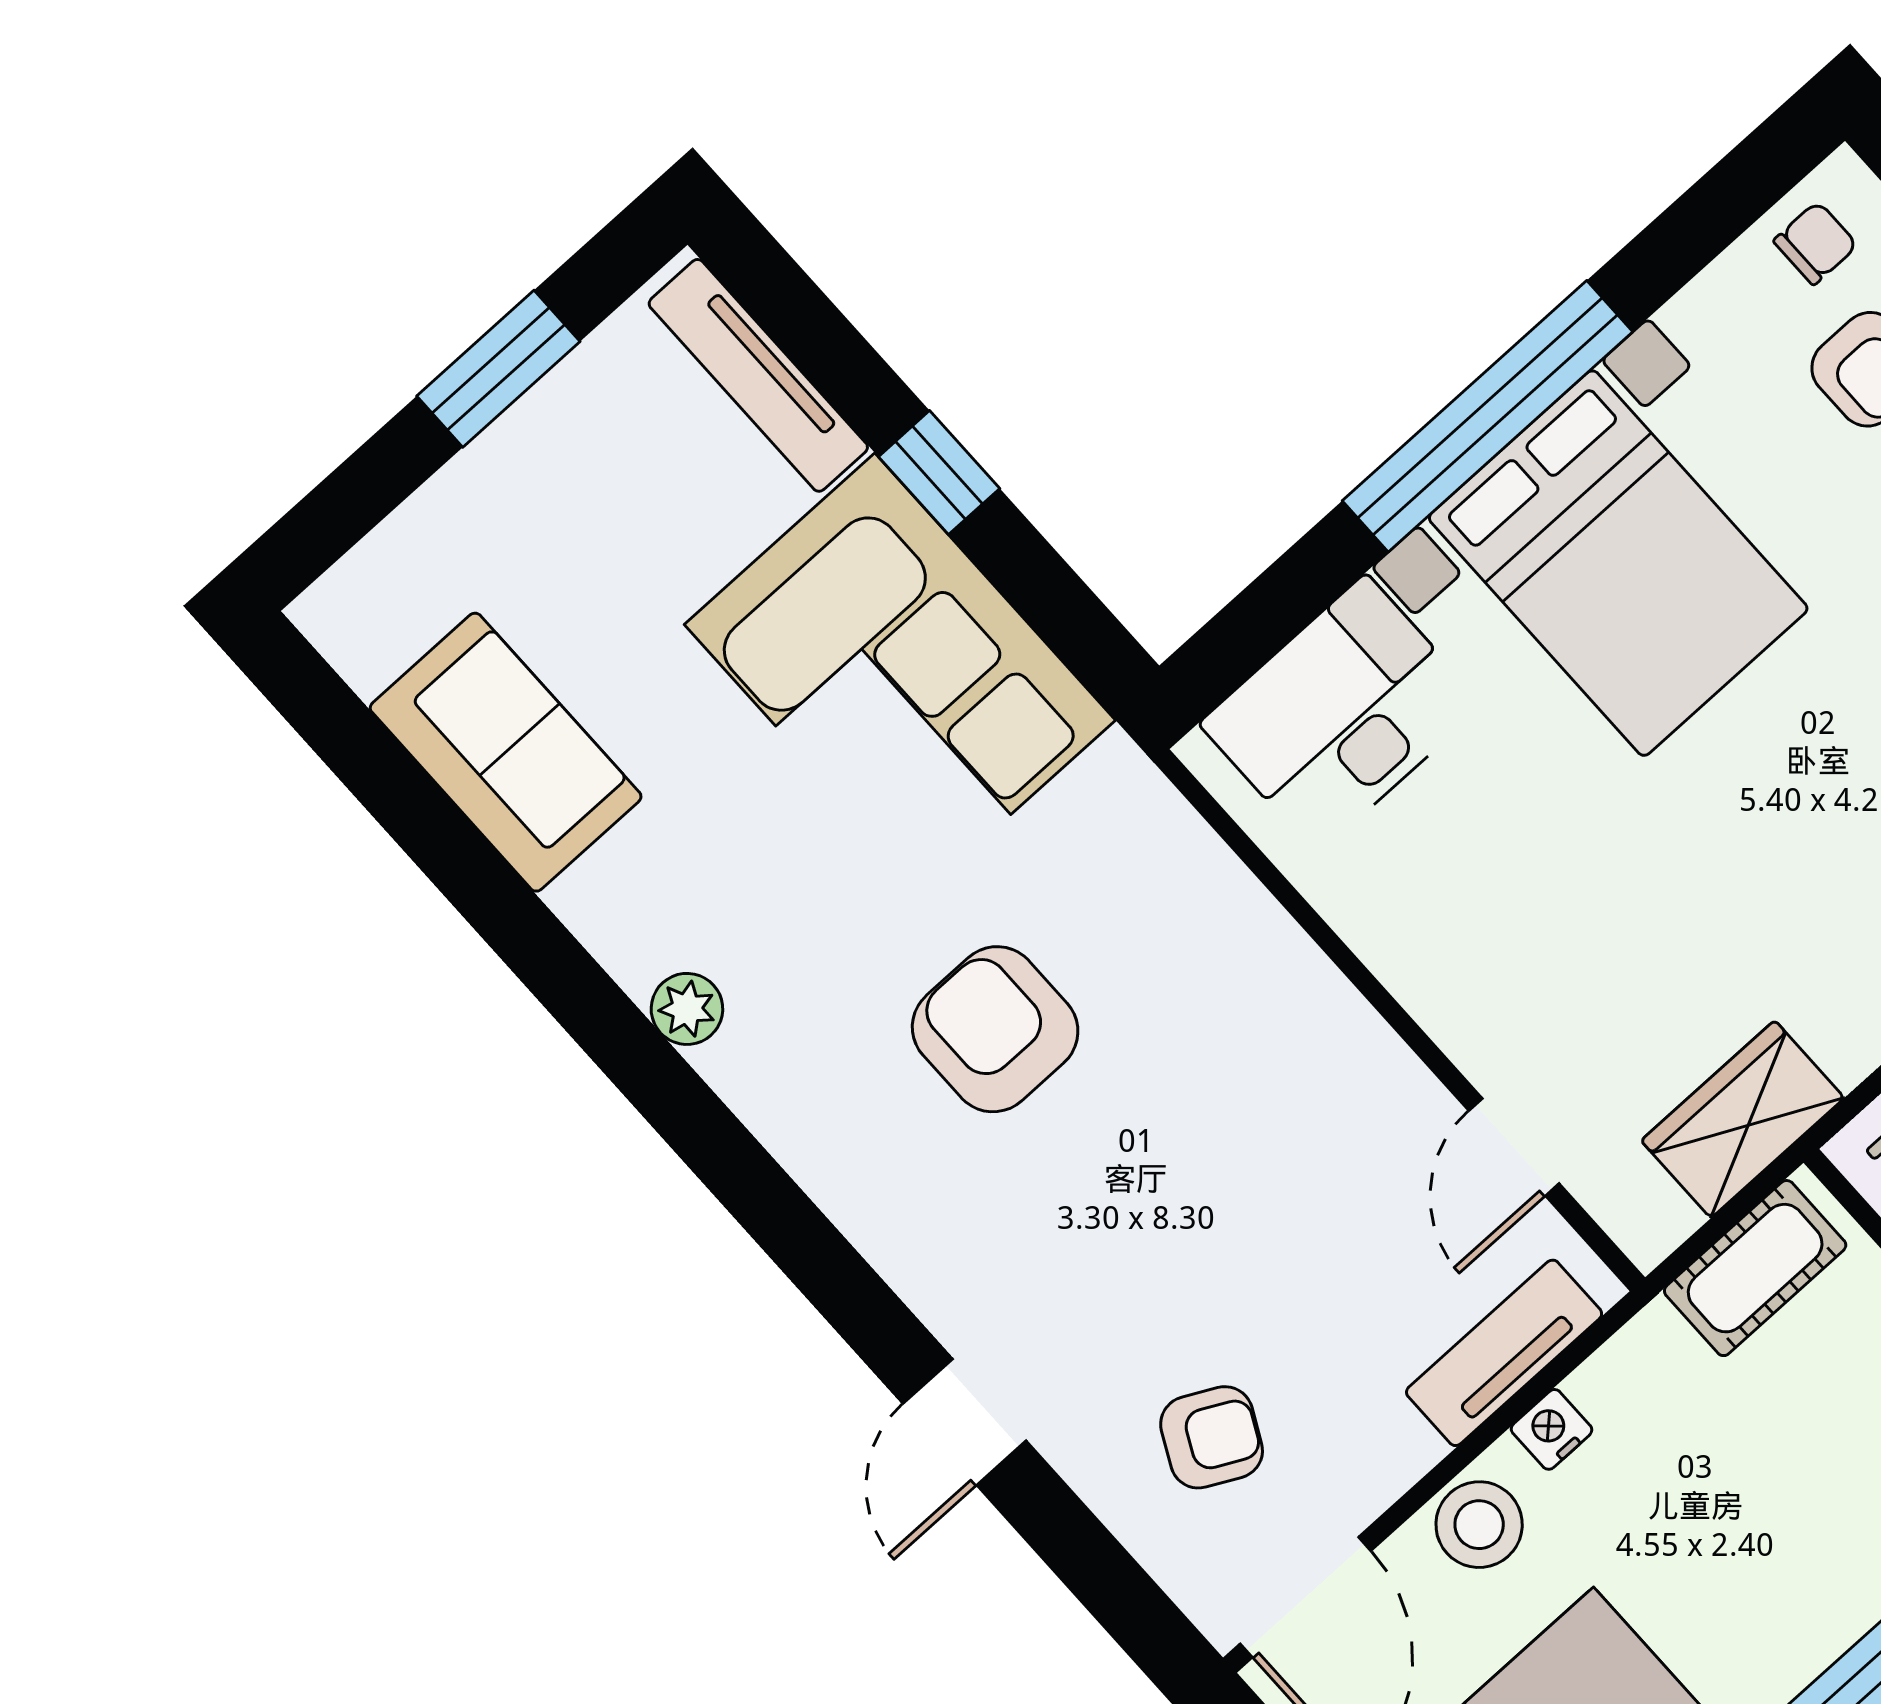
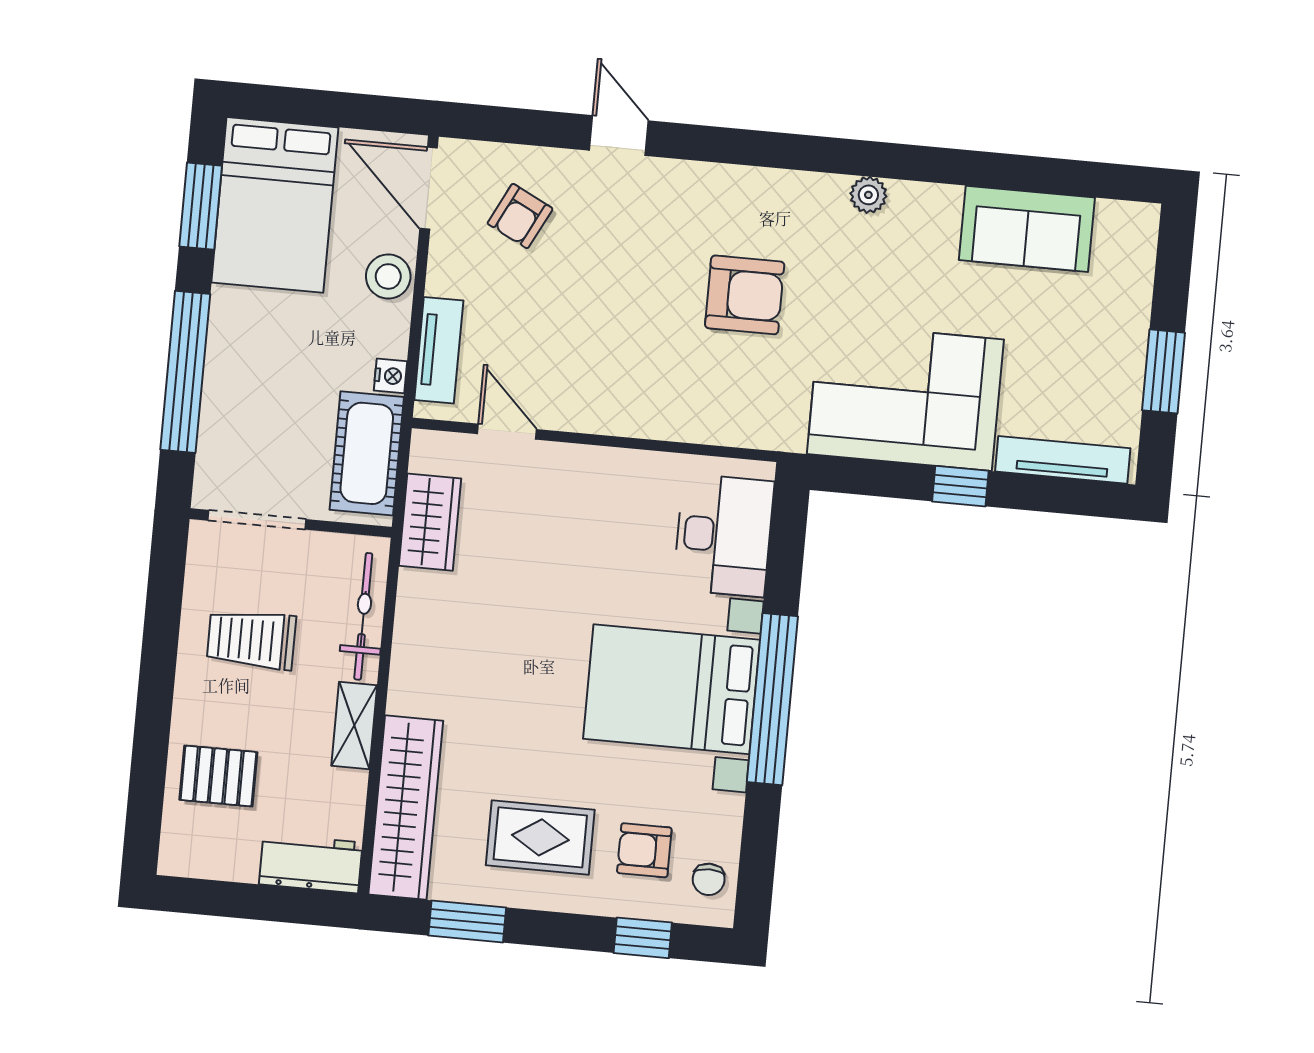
cot: (1755, 1268) -> (367, 453), width x1.37, depth x1.34
nightstand: (1552, 1429) -> (391, 376), moved

